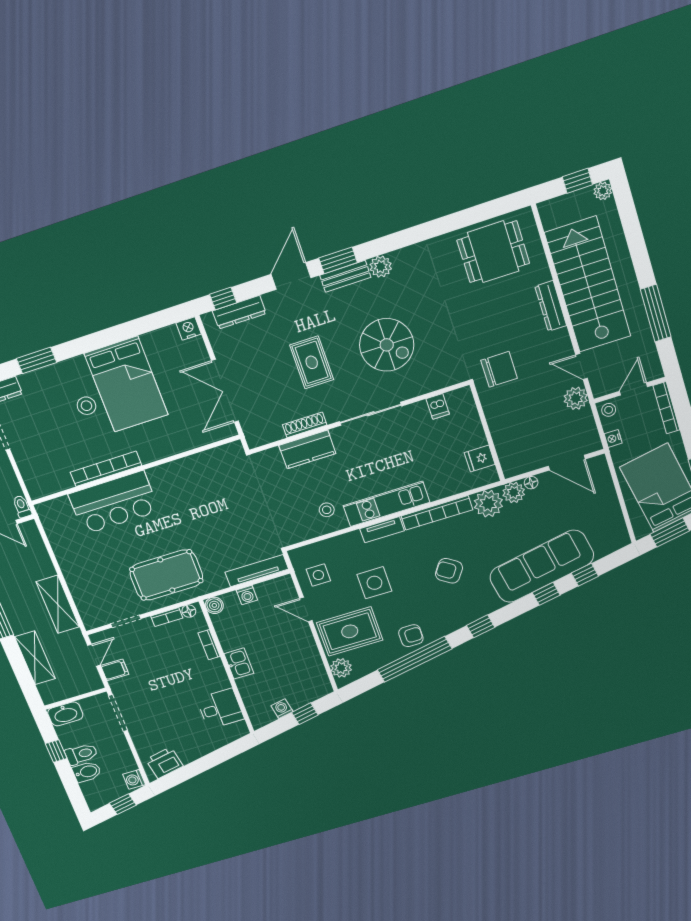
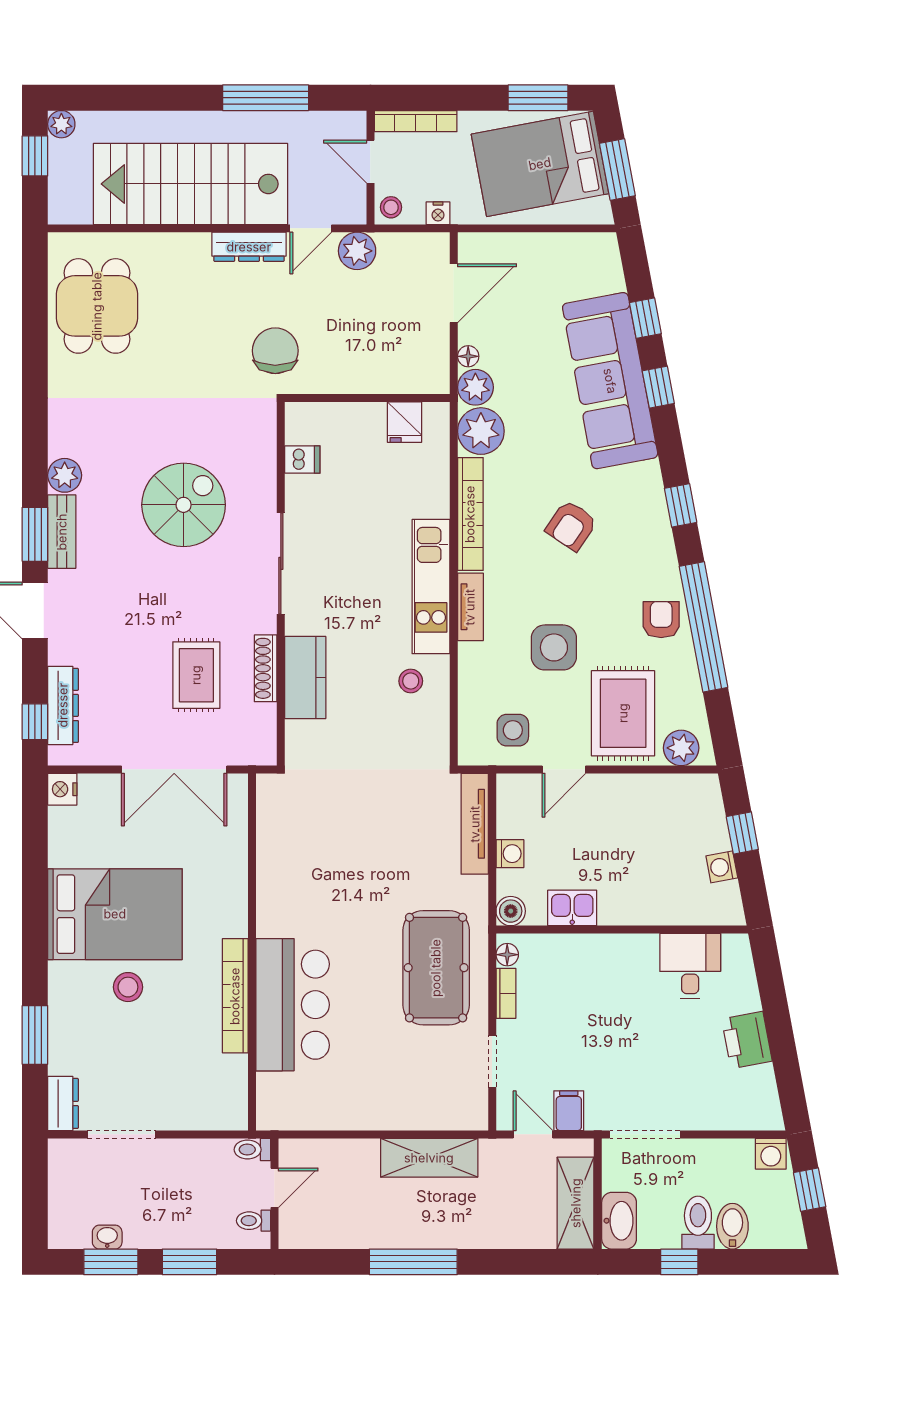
dresser: (551, 306) -> (249, 247), moved
rug: (312, 362) -> (196, 675), moved, turned 90
bookcase: (209, 645) -> (574, 944), removed
shelving: (35, 658) -> (576, 1203), moved, turned 90
kitchen sink: (239, 663) -> (572, 908), moved
printer: (164, 763) -> (747, 1040), moved

